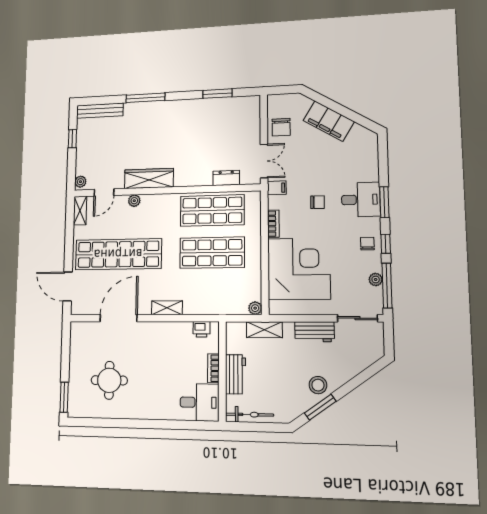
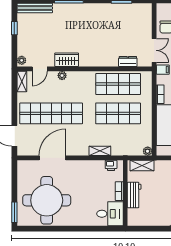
wardrobe: (149, 178) -> (67, 60), width x0.67
shelving: (167, 308) -> (100, 151), moved
shelving: (264, 330) -> (142, 166), moved
round table: (109, 380) -> (47, 200), width x1.86, depth x1.86
bicycle: (249, 415) -> (143, 221), removed

